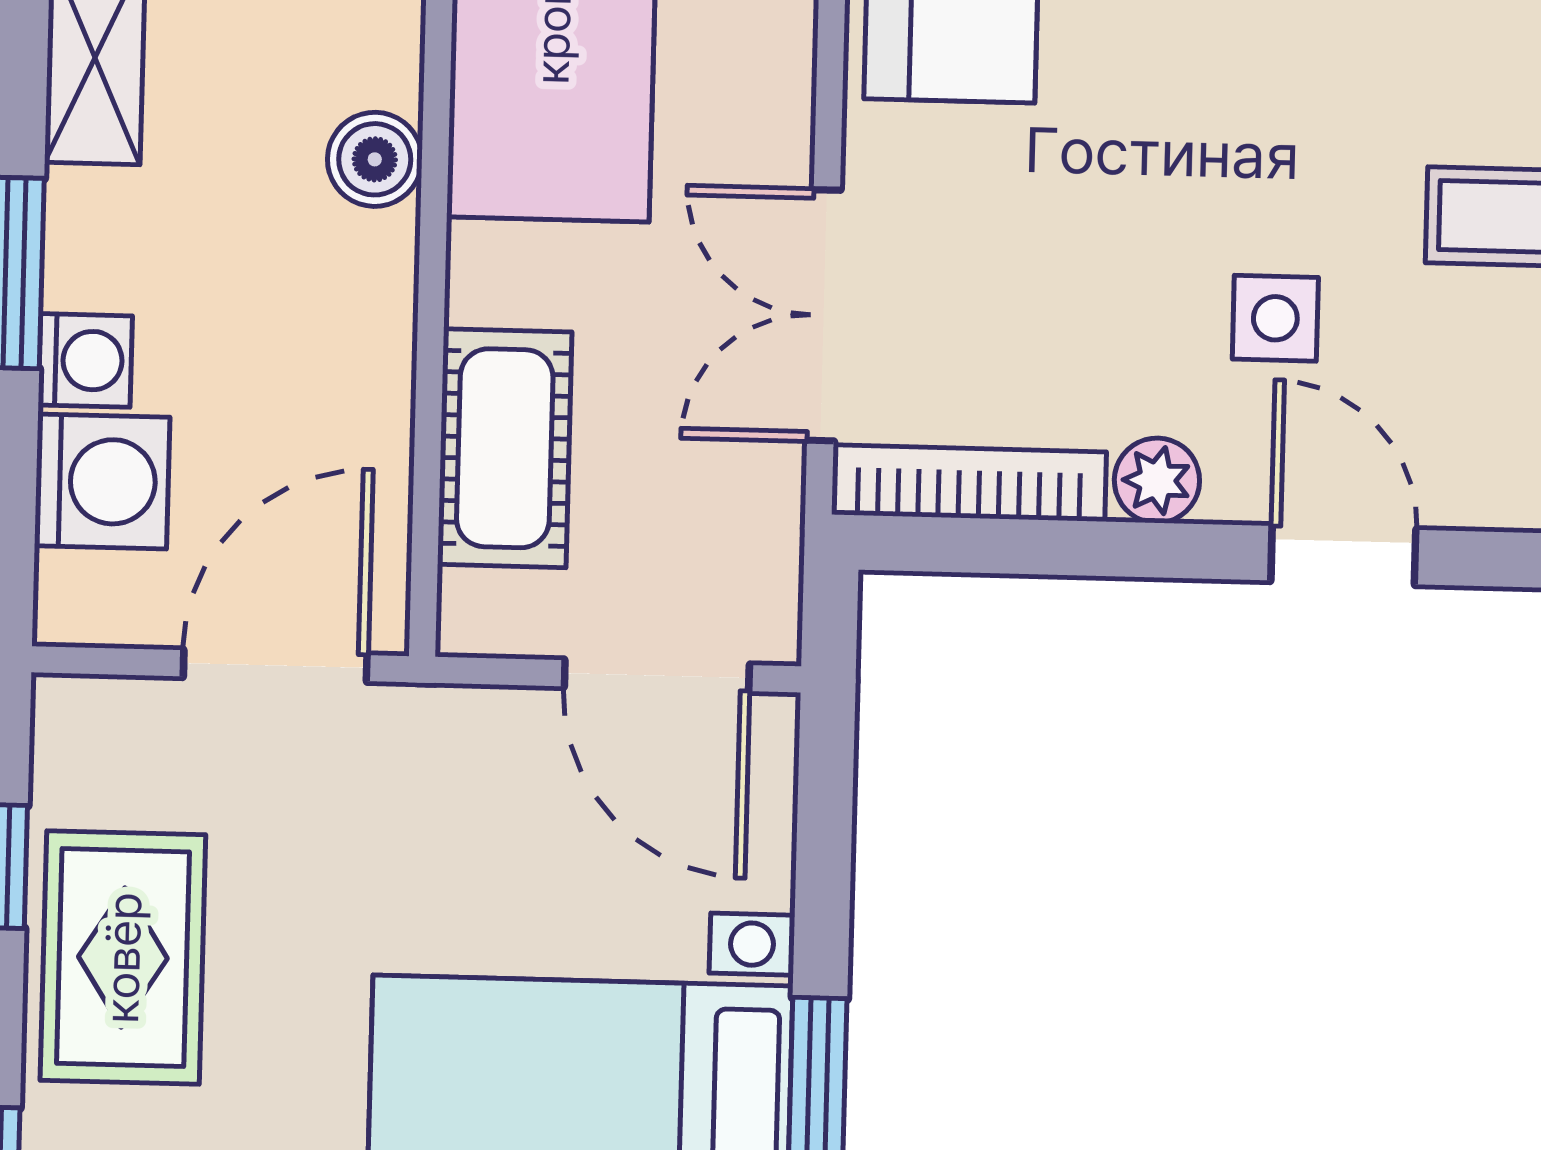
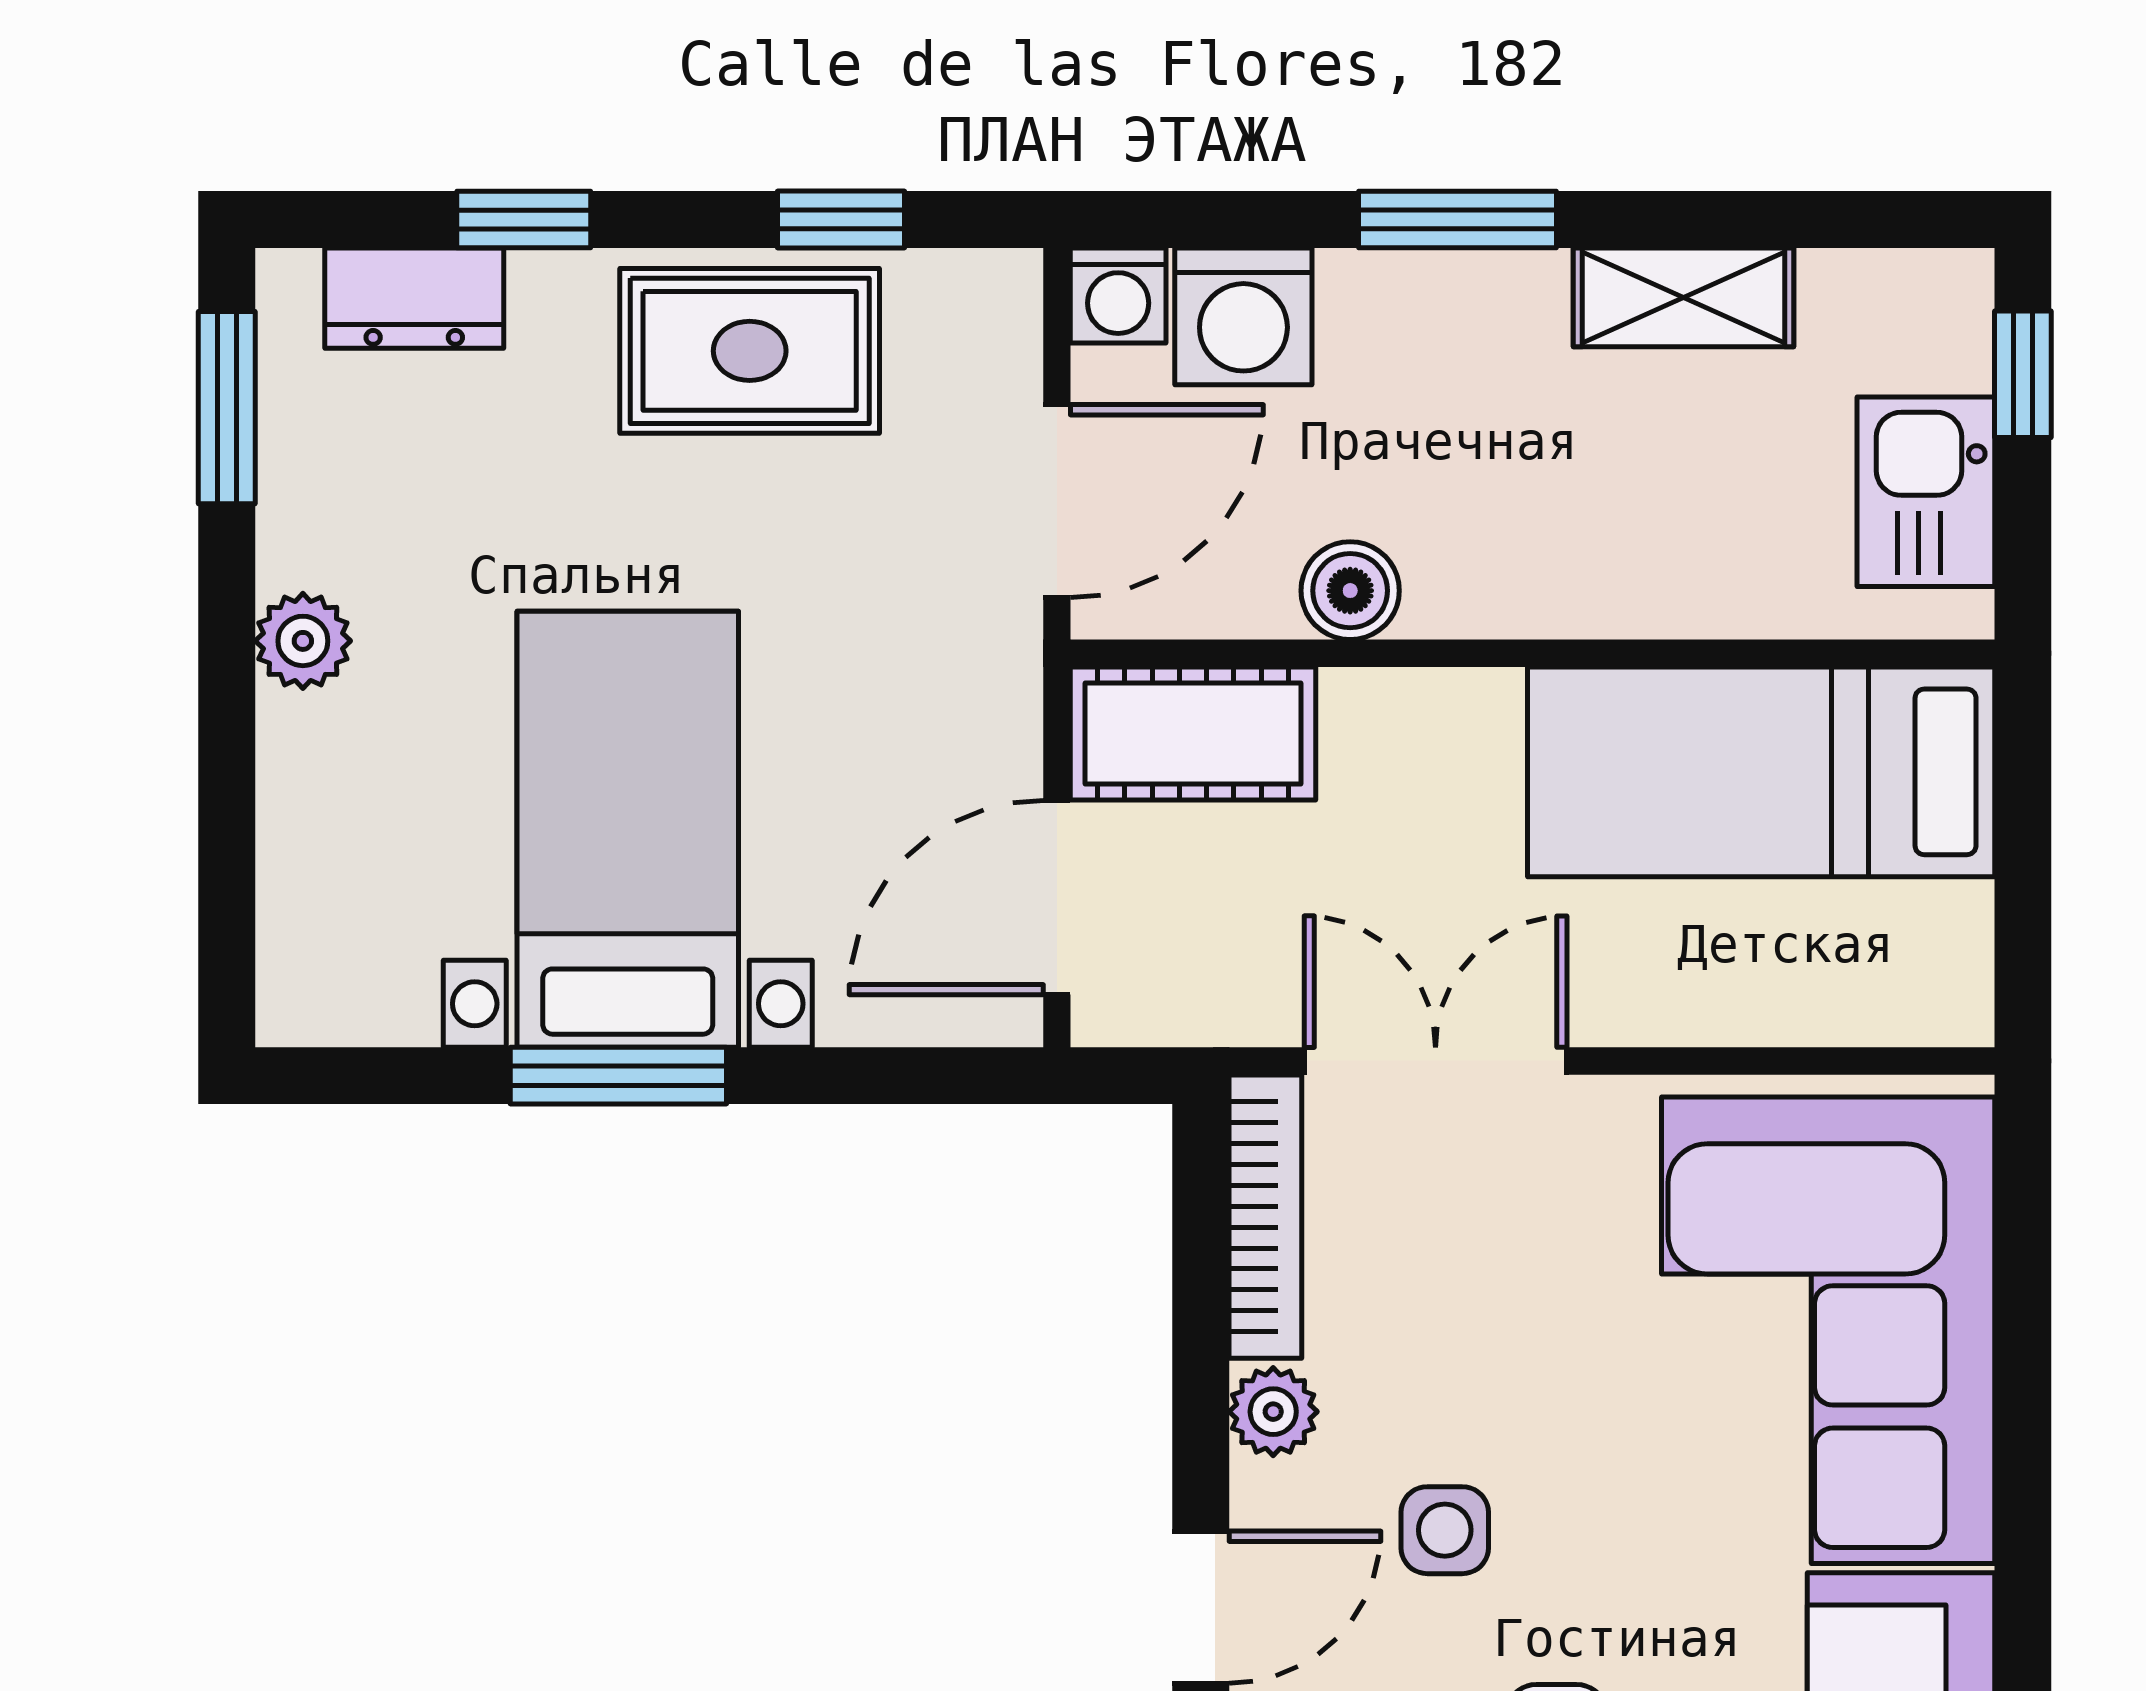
boiler: (375, 159) -> (1350, 591), moved
washing machine: (85, 360) -> (1118, 295), moved
cot: (505, 448) -> (1193, 733), moved
door: (275, 666) -> (1057, 501), hinge flipped

